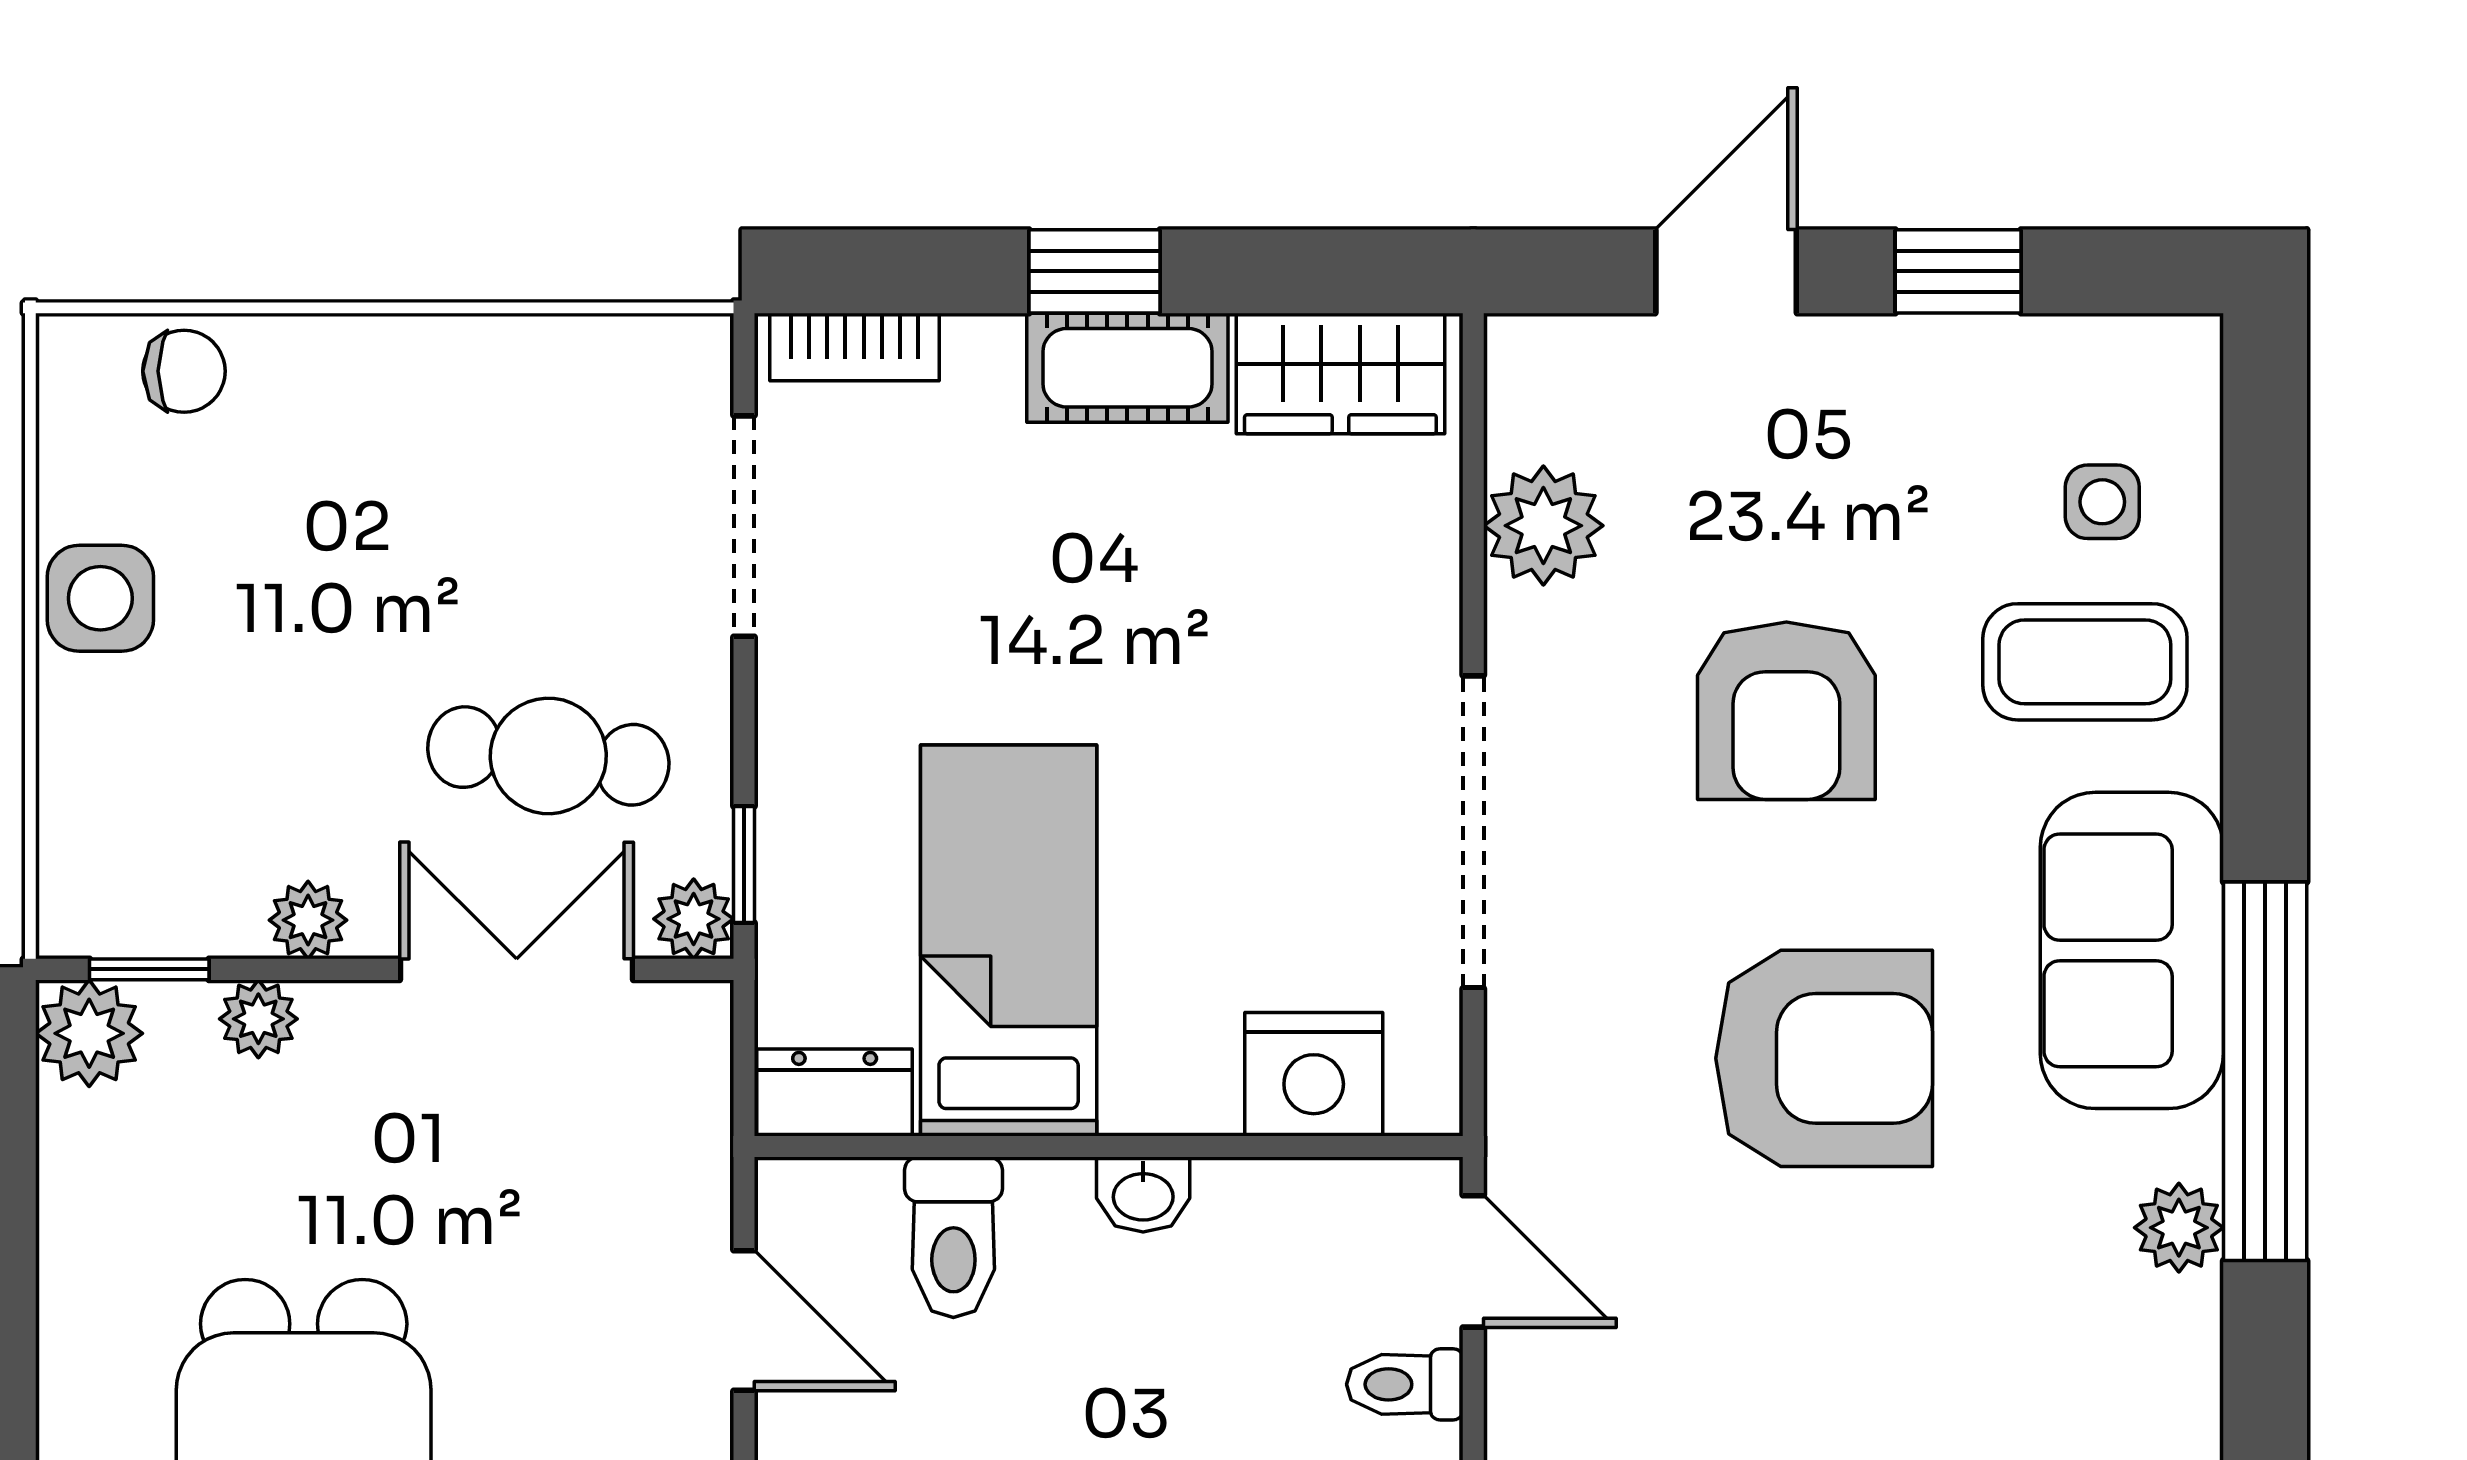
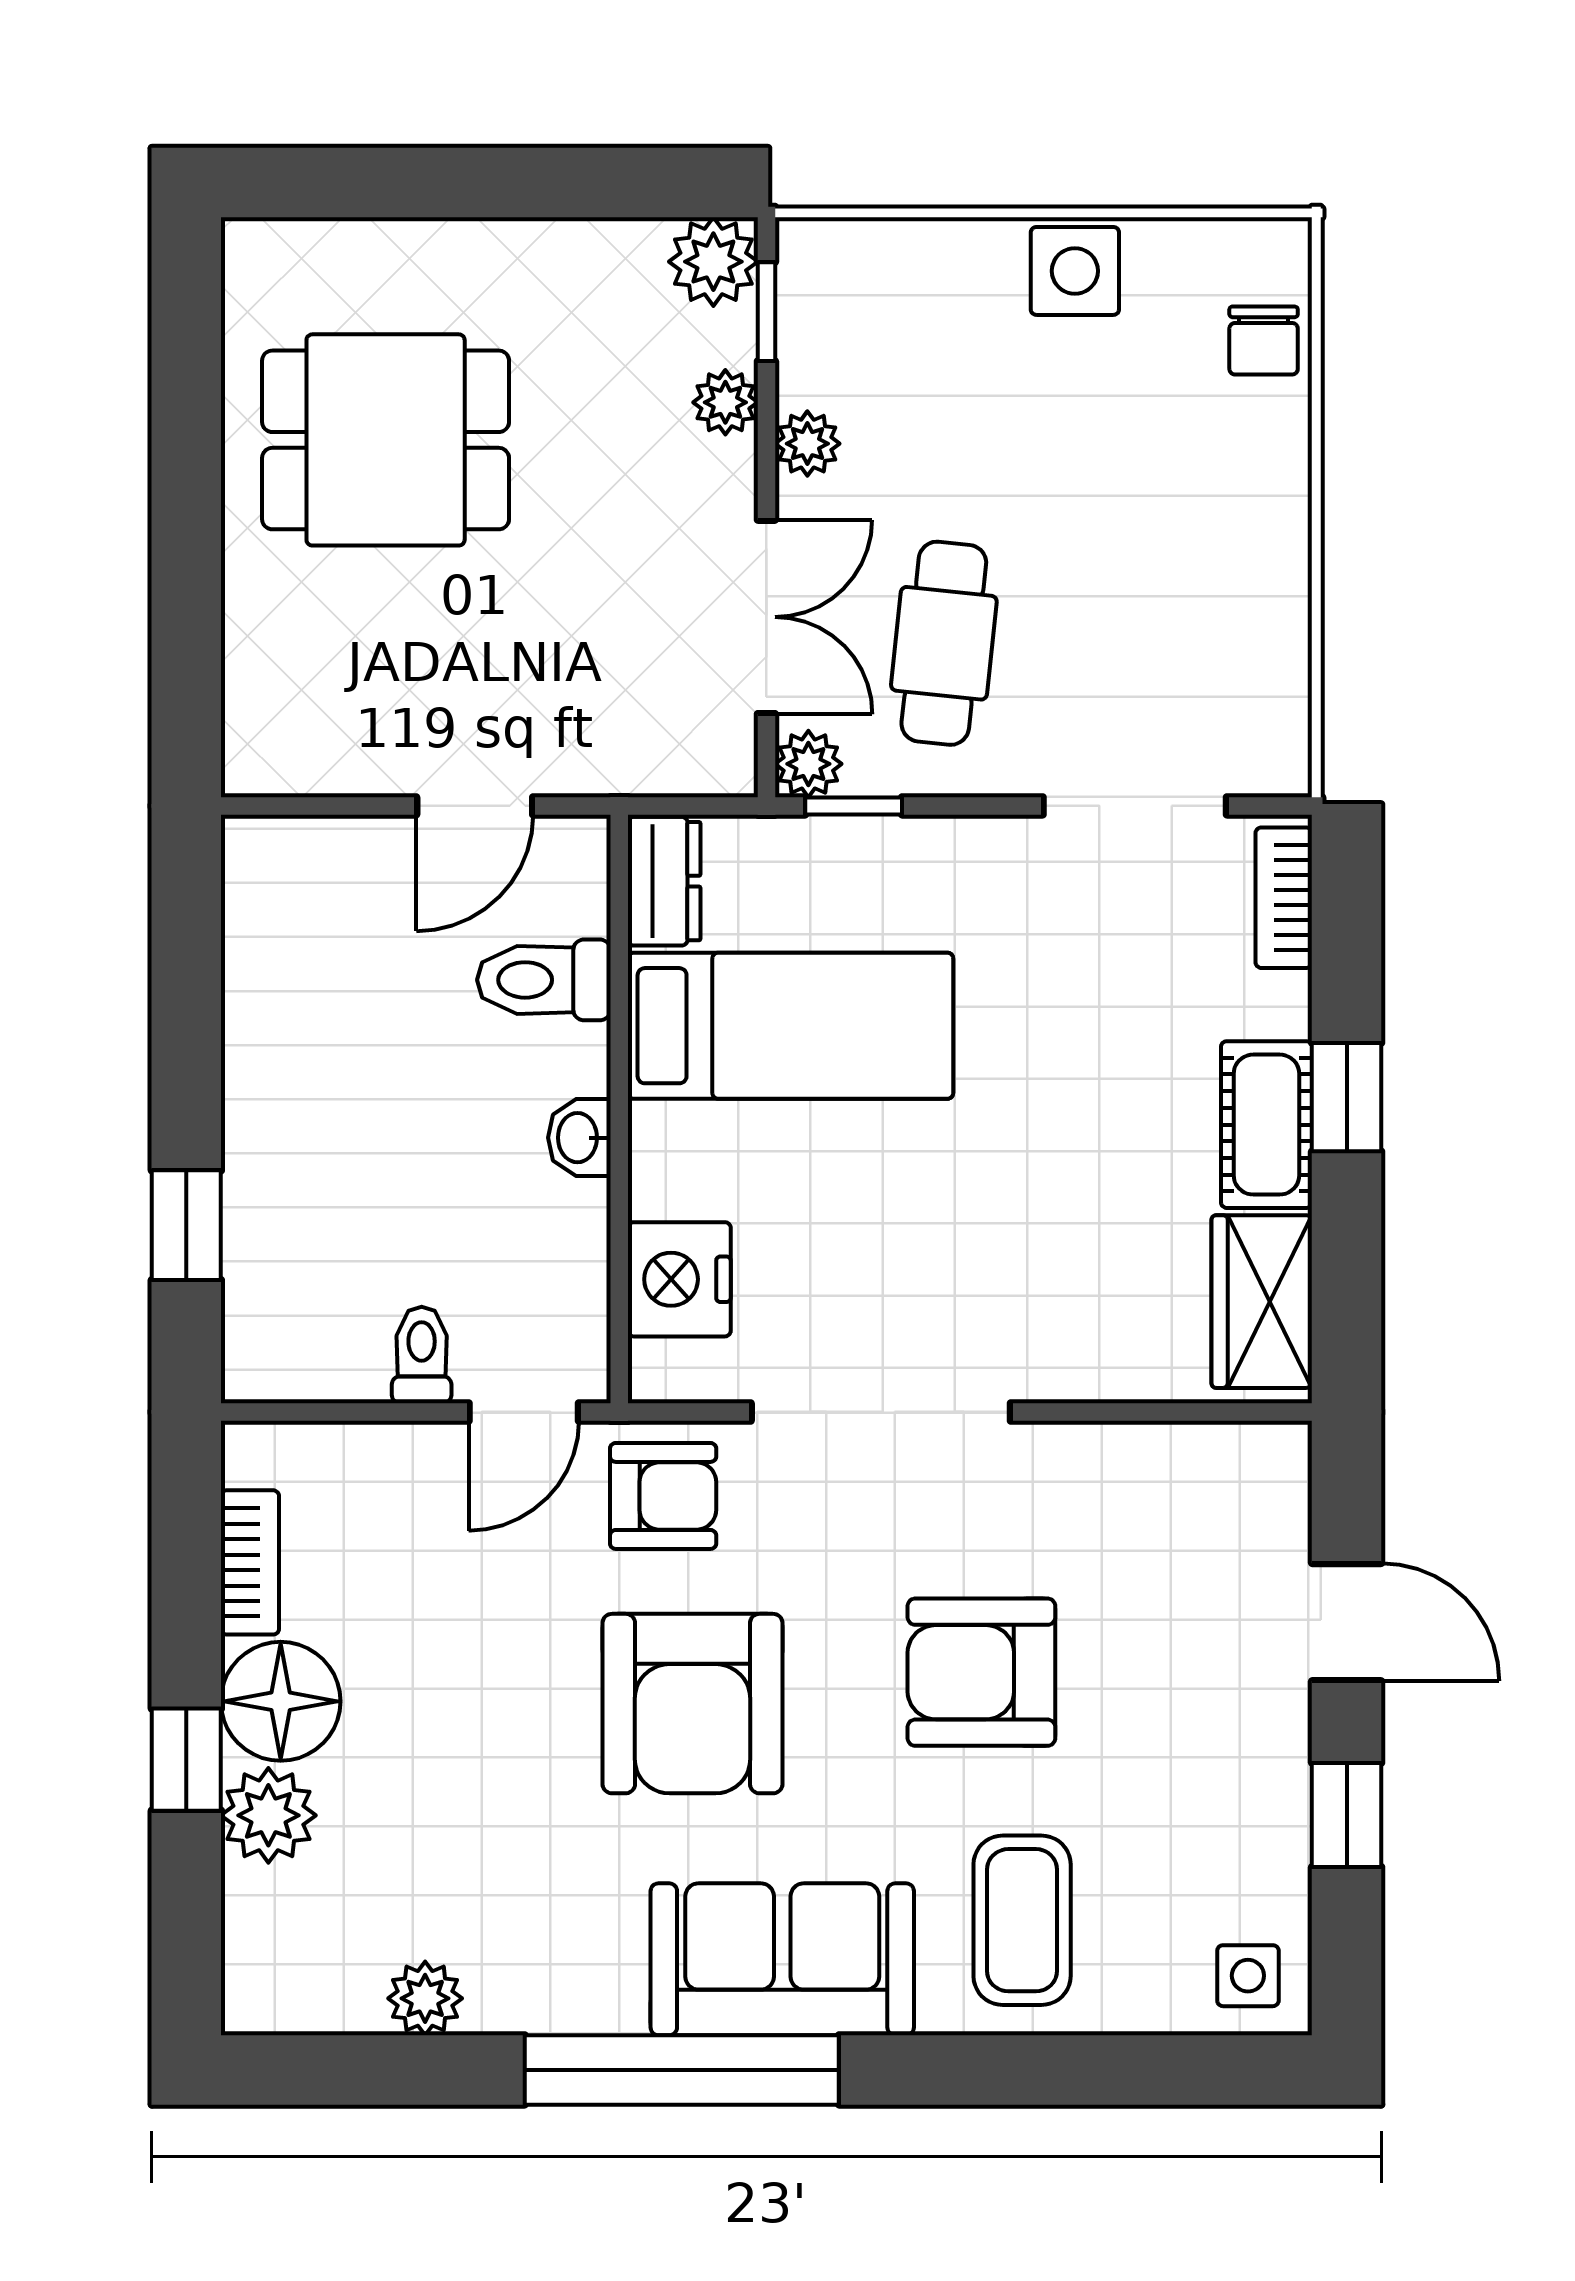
side table: (2102, 502) -> (1248, 1976), moved
plant: (1543, 526) -> (1135, 1470), removed
armchair: (1574, 1094) -> (663, 1496), added
plant: (2179, 1228) -> (425, 1998), moved

